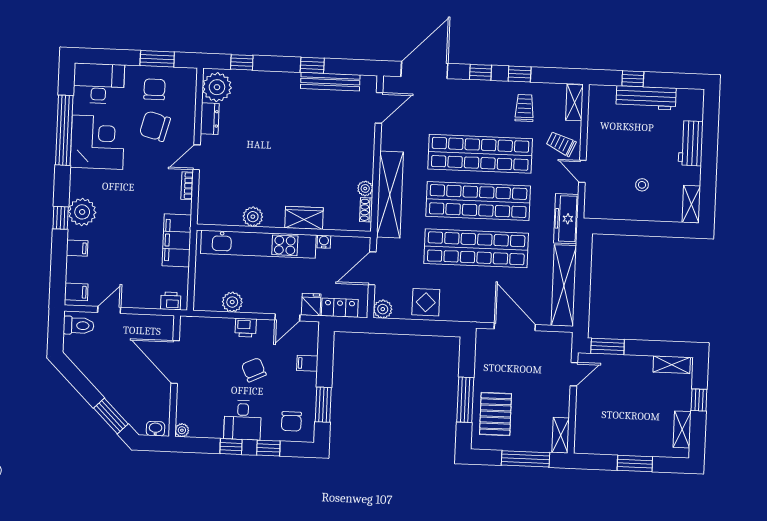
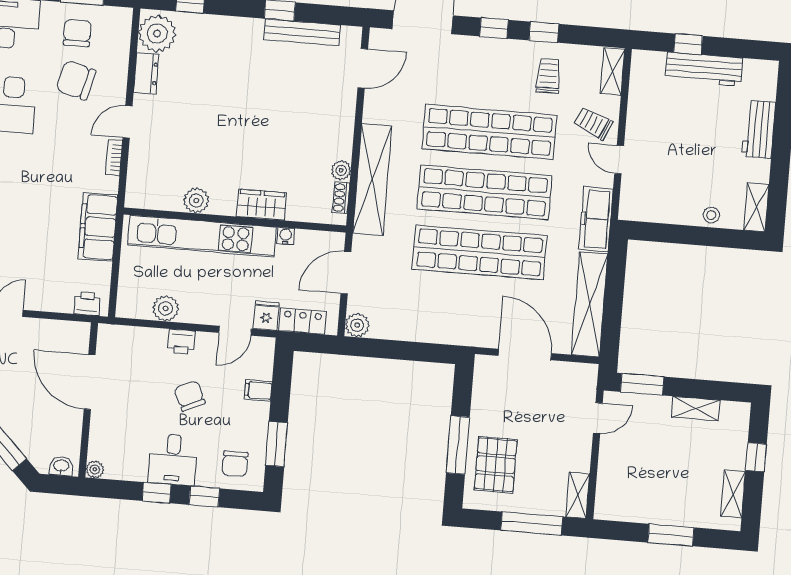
stool: (642, 185) -> (711, 215), moved
display table: (426, 302) -> (413, 318), removed
shelving: (672, 365) -> (696, 409), moved

